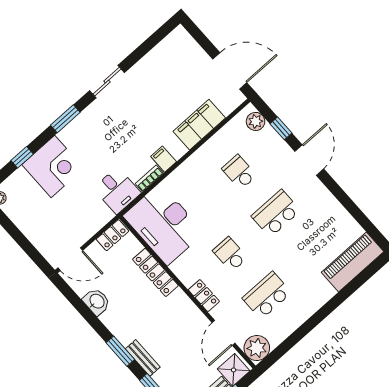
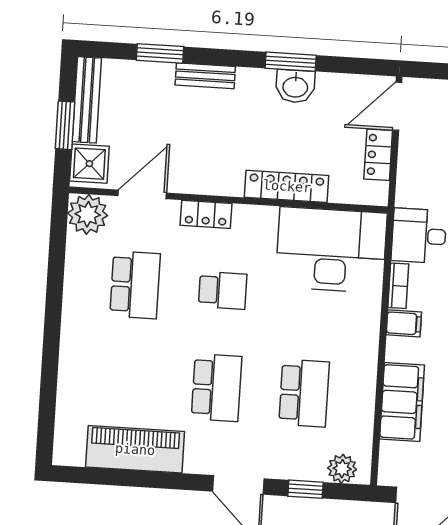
school desk: (239, 172) -> (304, 393), width x1.85
locker: (112, 235) -> (378, 155), moved
piano: (352, 262) -> (135, 449), moved, turned -90
washbasin: (97, 302) -> (295, 86), moved
door: (224, 333) -> (142, 194), hinge flipped
window: (120, 351) -> (291, 62), moved

